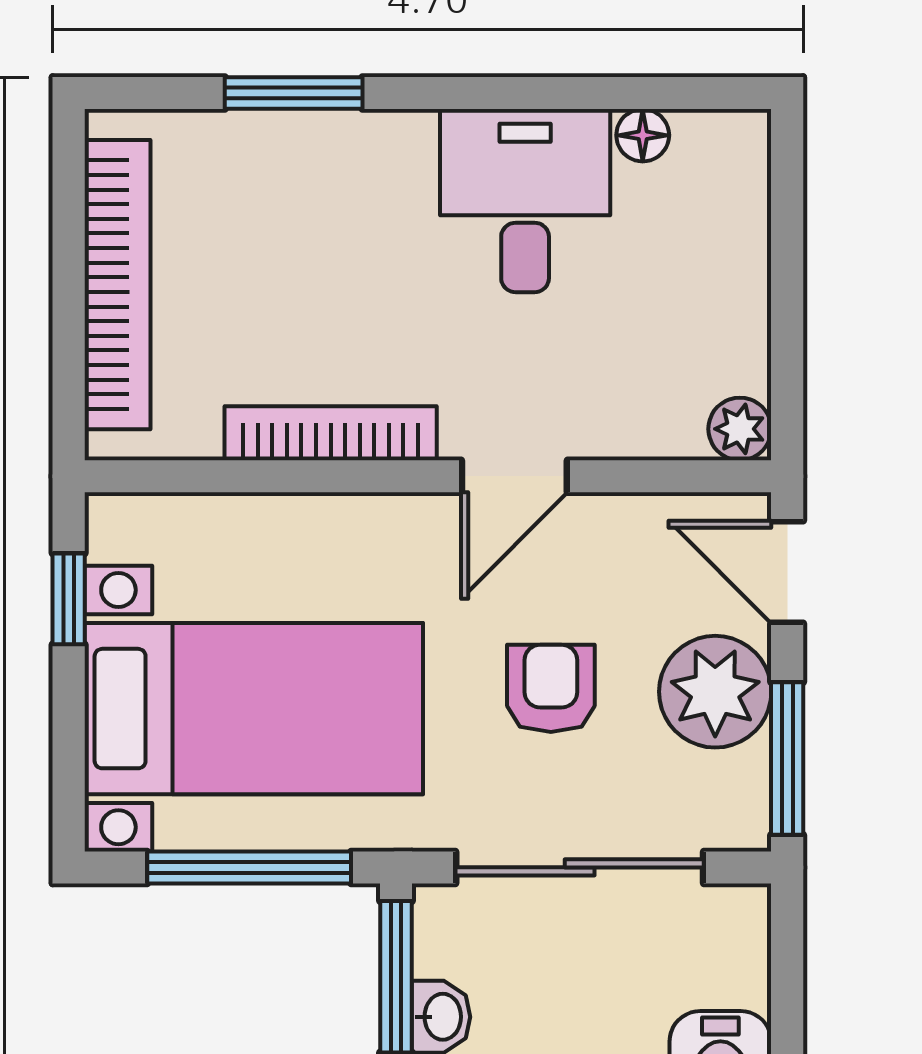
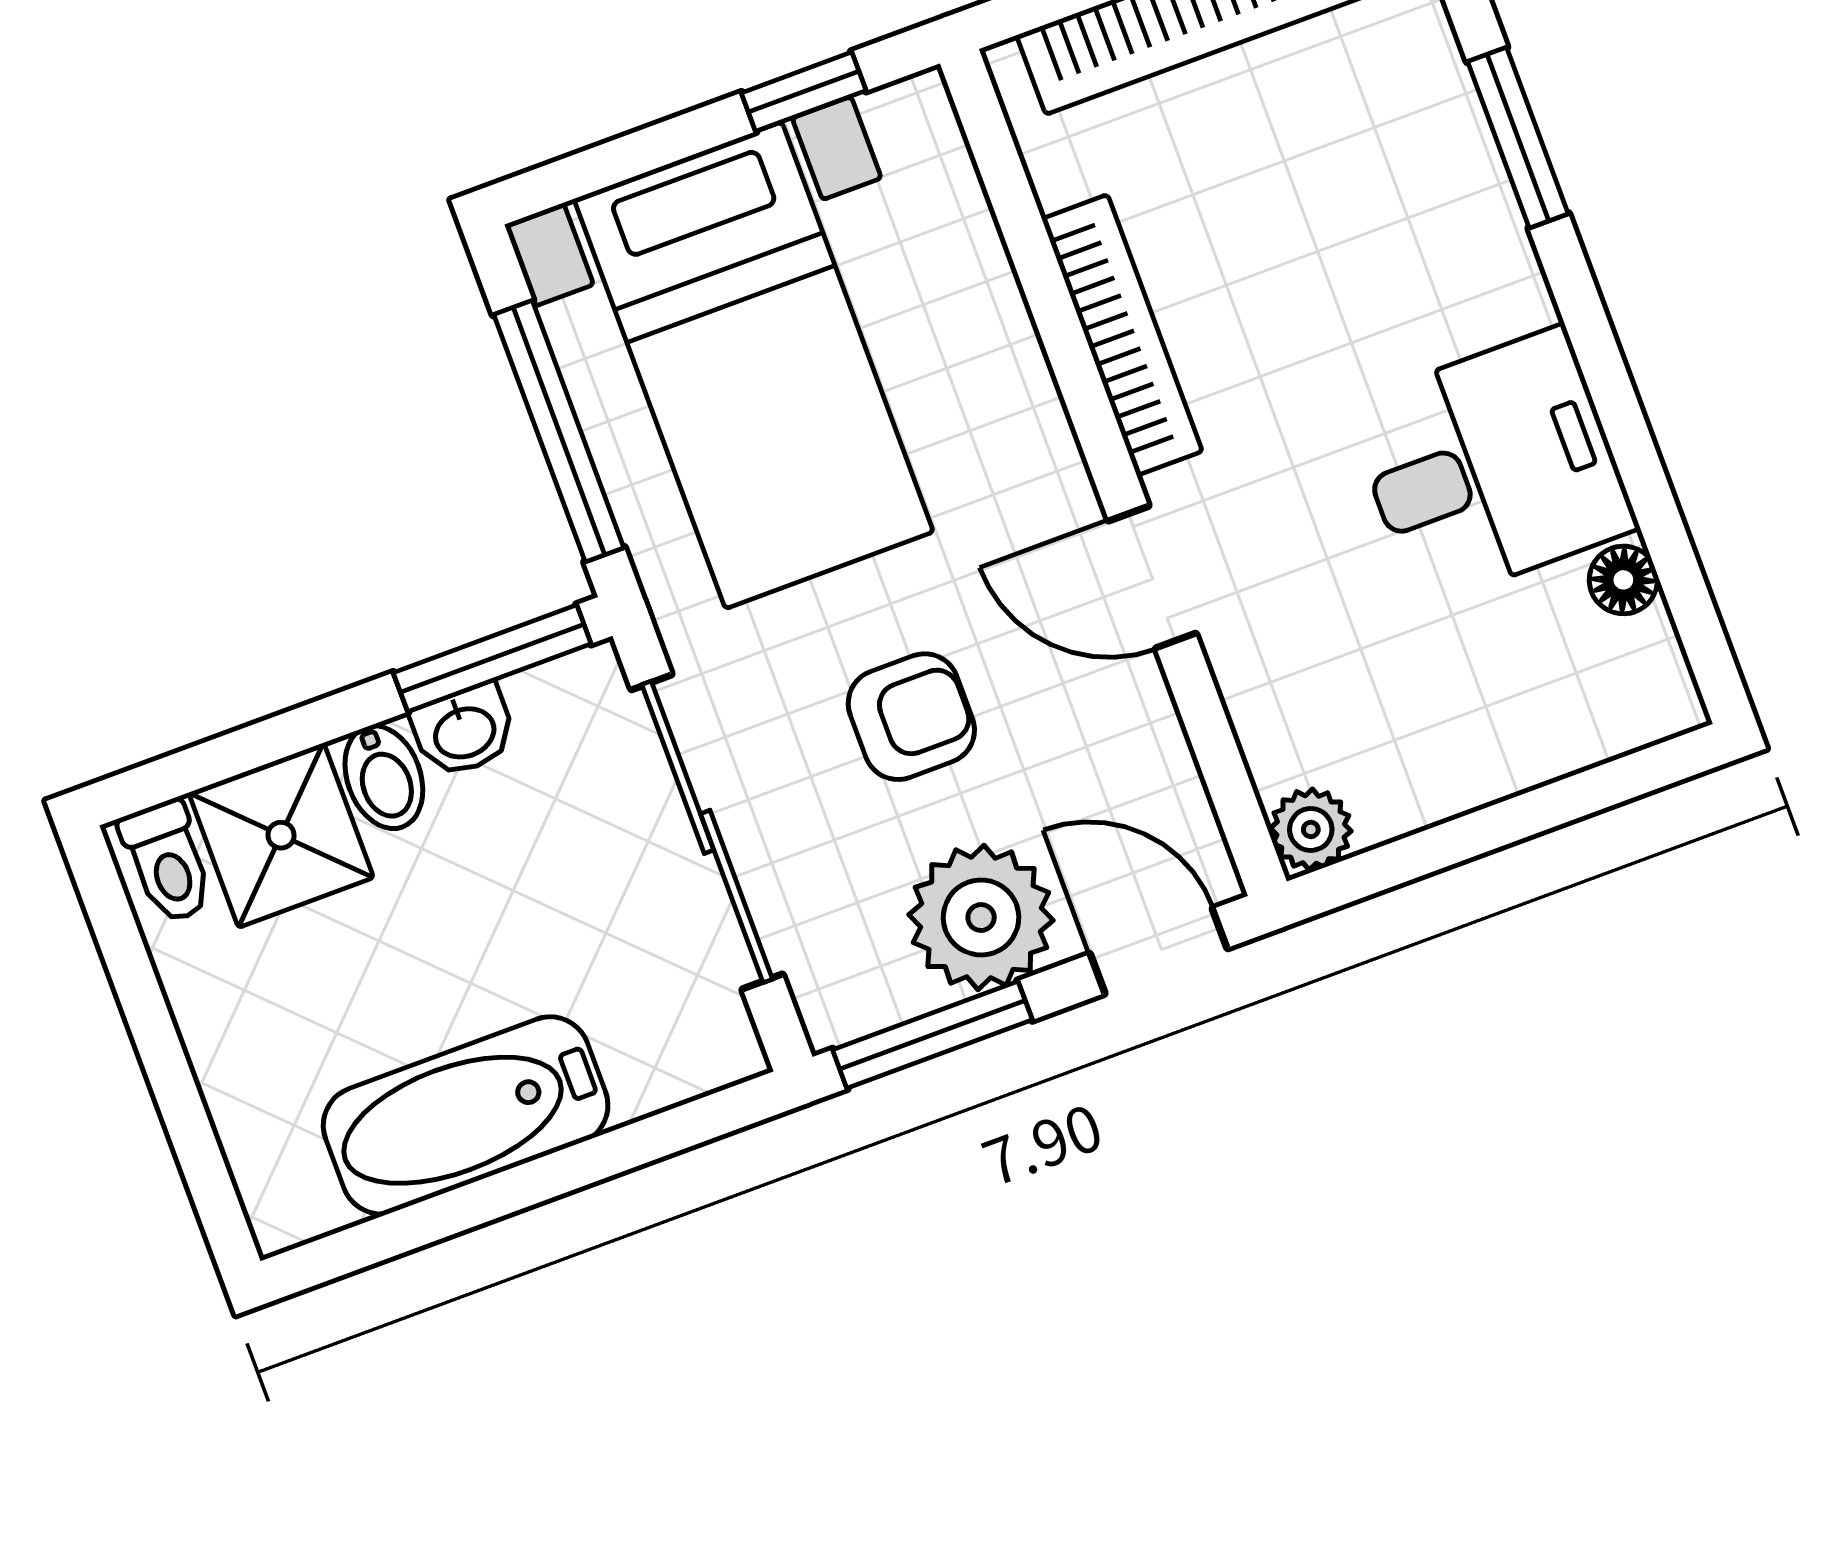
door: (787, 572) -> (1159, 951), hinge flipped

